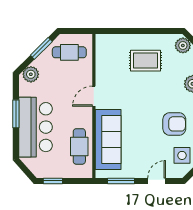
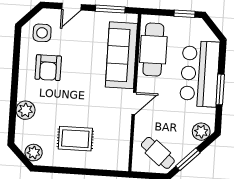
cafe table: (69, 52) -> (158, 153), turned 39
armchair: (174, 124) -> (48, 68), turned -90
cafe table: (79, 146) -> (153, 50), width x1.37, depth x1.35

